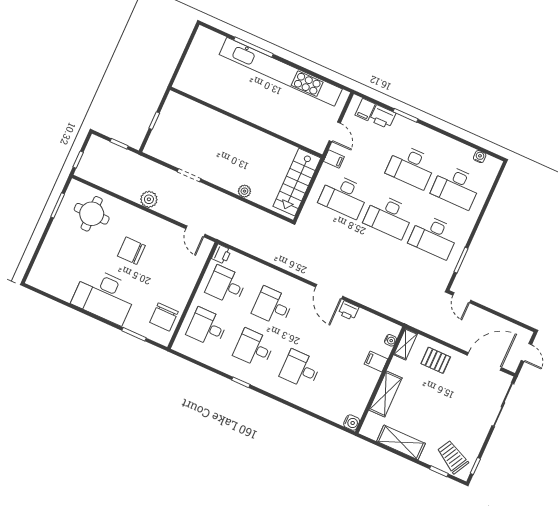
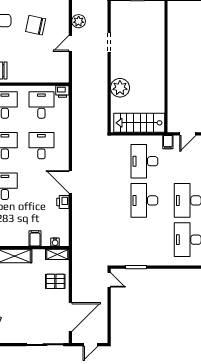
plant: (244, 191) -> (120, 88), width x1.87, depth x1.87
door: (195, 231) -> (70, 43), moved
desk: (434, 236) -> (144, 240), removed
chair: (131, 251) -> (36, 25), turned -78
door: (329, 292) -> (70, 182), hinge flipped
door: (462, 298) -> (109, 280), swing flipped
pallet: (436, 360) -> (55, 281), turned 90
door: (484, 361) -> (70, 317), hinge flipped

